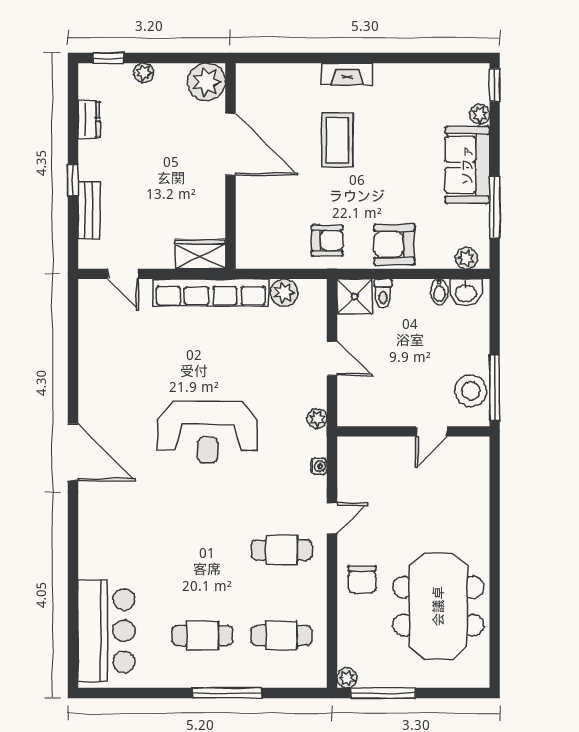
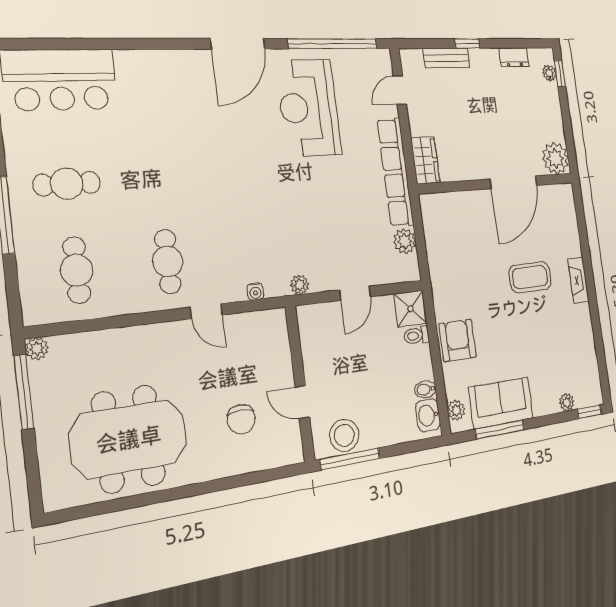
plant: (144, 73) -> (549, 73), moved
sofa: (467, 165) -> (501, 403), moved
armchair: (327, 241) -> (452, 277), removed
window: (73, 347) -> (333, 44), added
reception desk: (208, 432) -> (309, 108), moved
chair: (362, 580) -> (241, 419), moved, turned -90
cafe table: (202, 635) -> (67, 184), turned 90

